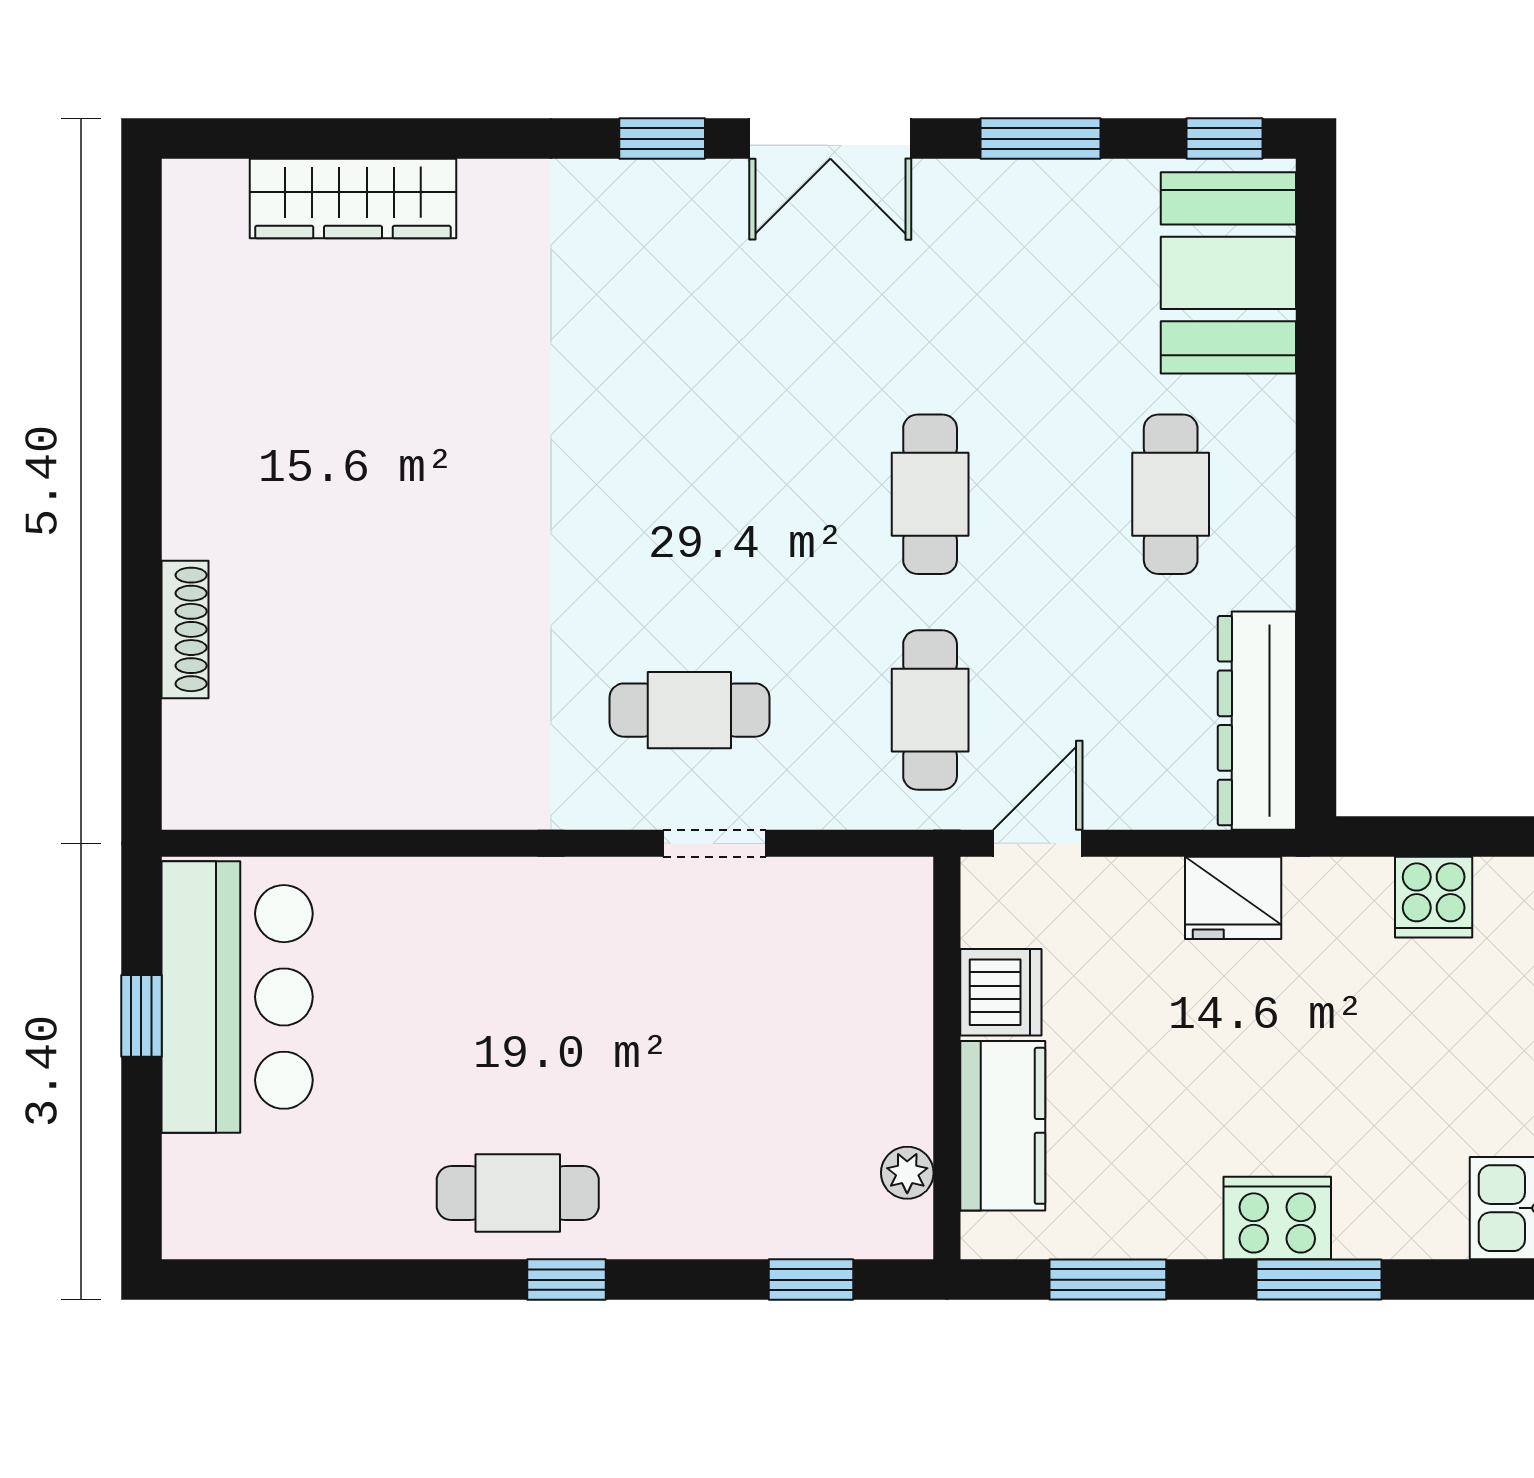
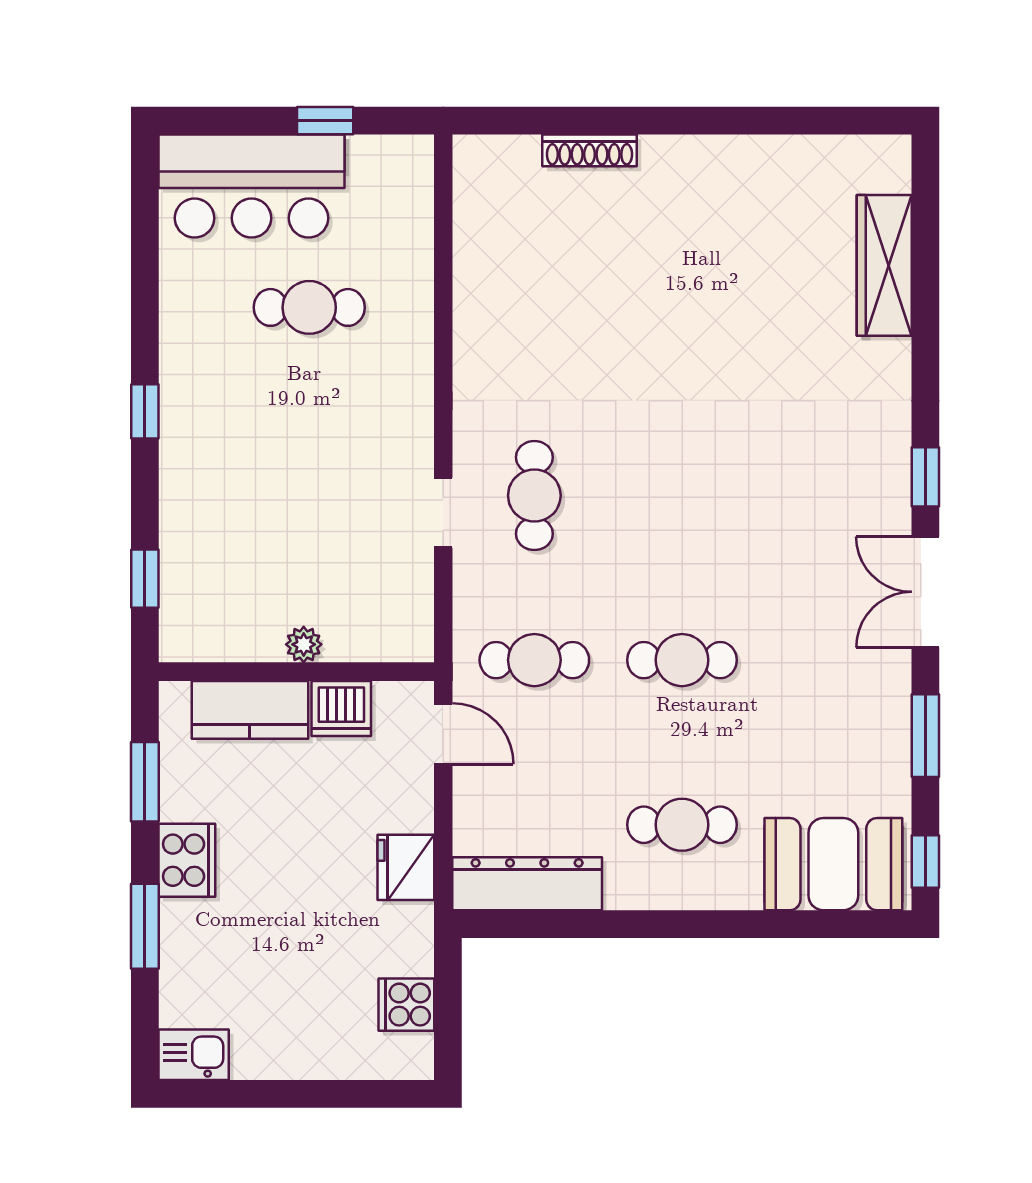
bar counter: (237, 997) -> (252, 186), moved
plant: (907, 1173) -> (304, 644), moved
cafe table: (518, 1193) -> (309, 307), moved, turned 90
cooker: (1277, 1218) -> (187, 860), moved

